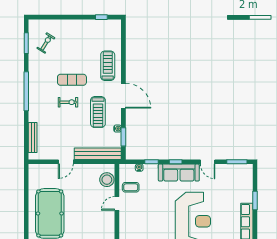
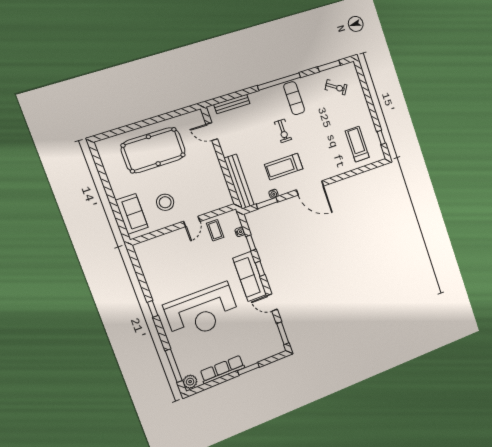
treadmill: (108, 66) -> (357, 144), moved, turned -90
exercise mat: (72, 80) -> (294, 98), moved
door: (123, 96) -> (310, 188), hinge flipped
door: (66, 162) -> (212, 132), moved
door: (208, 162) -> (272, 303), hinge flipped
stool: (107, 180) -> (165, 202), moved
door: (117, 203) -> (192, 221), swing flipped

